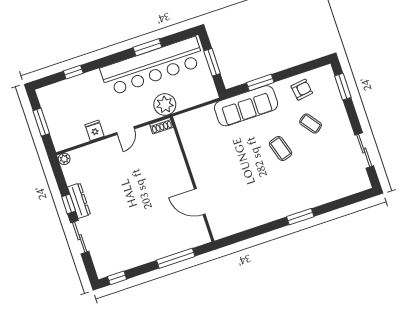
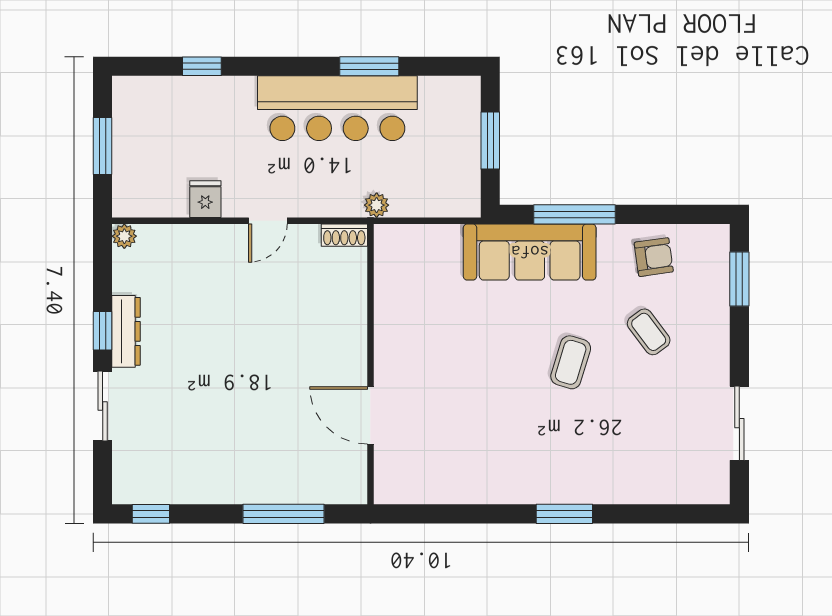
bar counter: (152, 66) -> (337, 108), width x0.73
window: (260, 83) -> (574, 214), width x1.44
plant: (165, 104) -> (377, 205), width x0.53, depth x0.53
coffee table: (281, 149) -> (571, 362), turned 34

